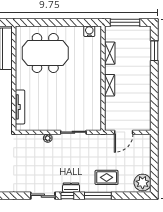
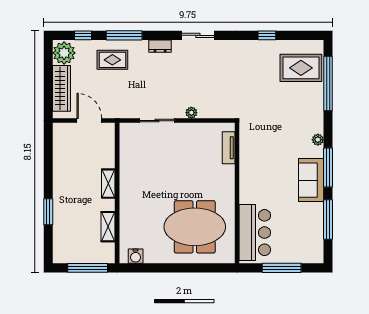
window: (154, 51) -> (48, 212), moved
tv unit: (20, 107) -> (229, 148), width x0.71
door: (124, 132) -> (89, 121), hinge flipped
wardrobe: (144, 156) -> (62, 88), added
window: (67, 196) -> (83, 35), moved

